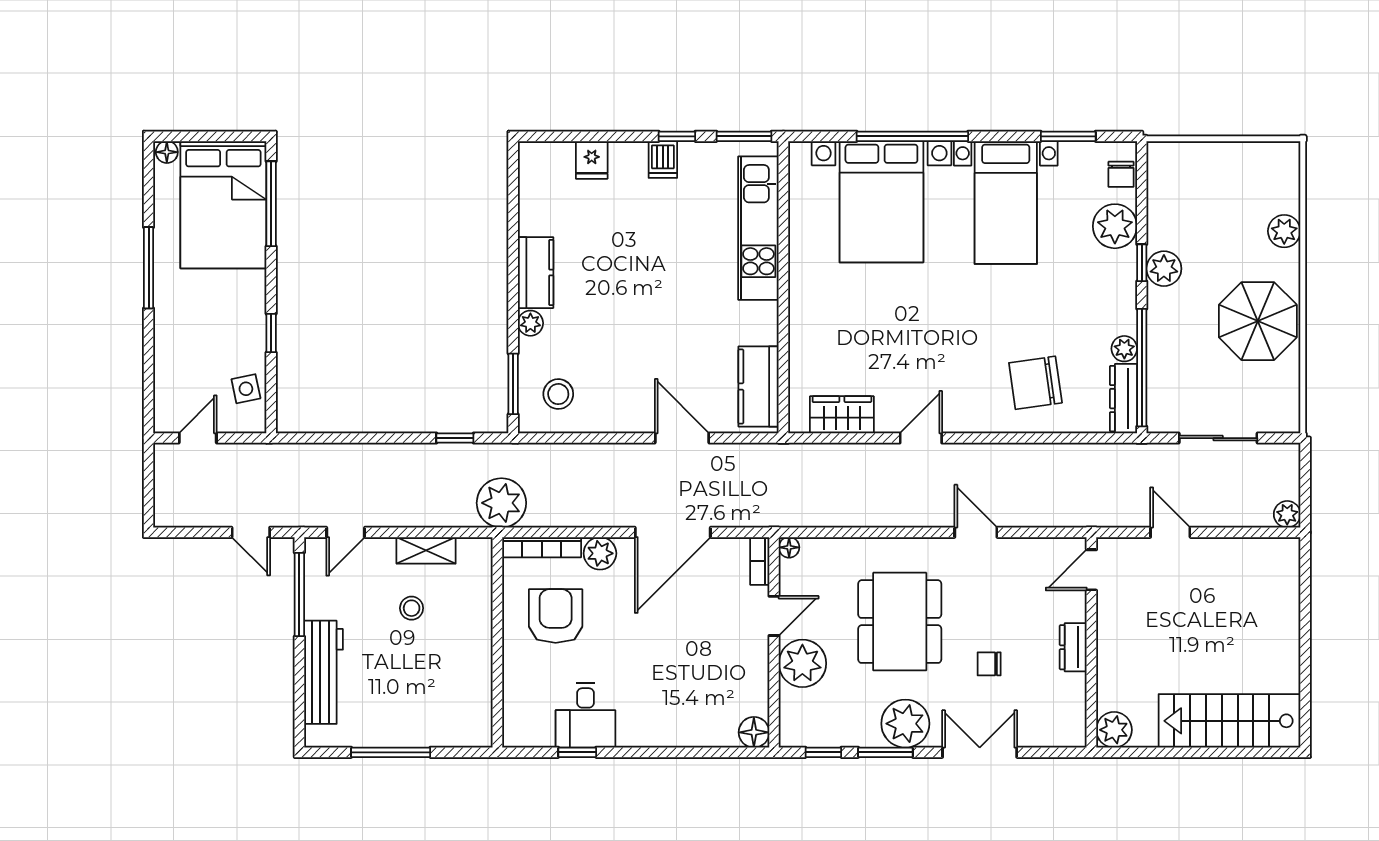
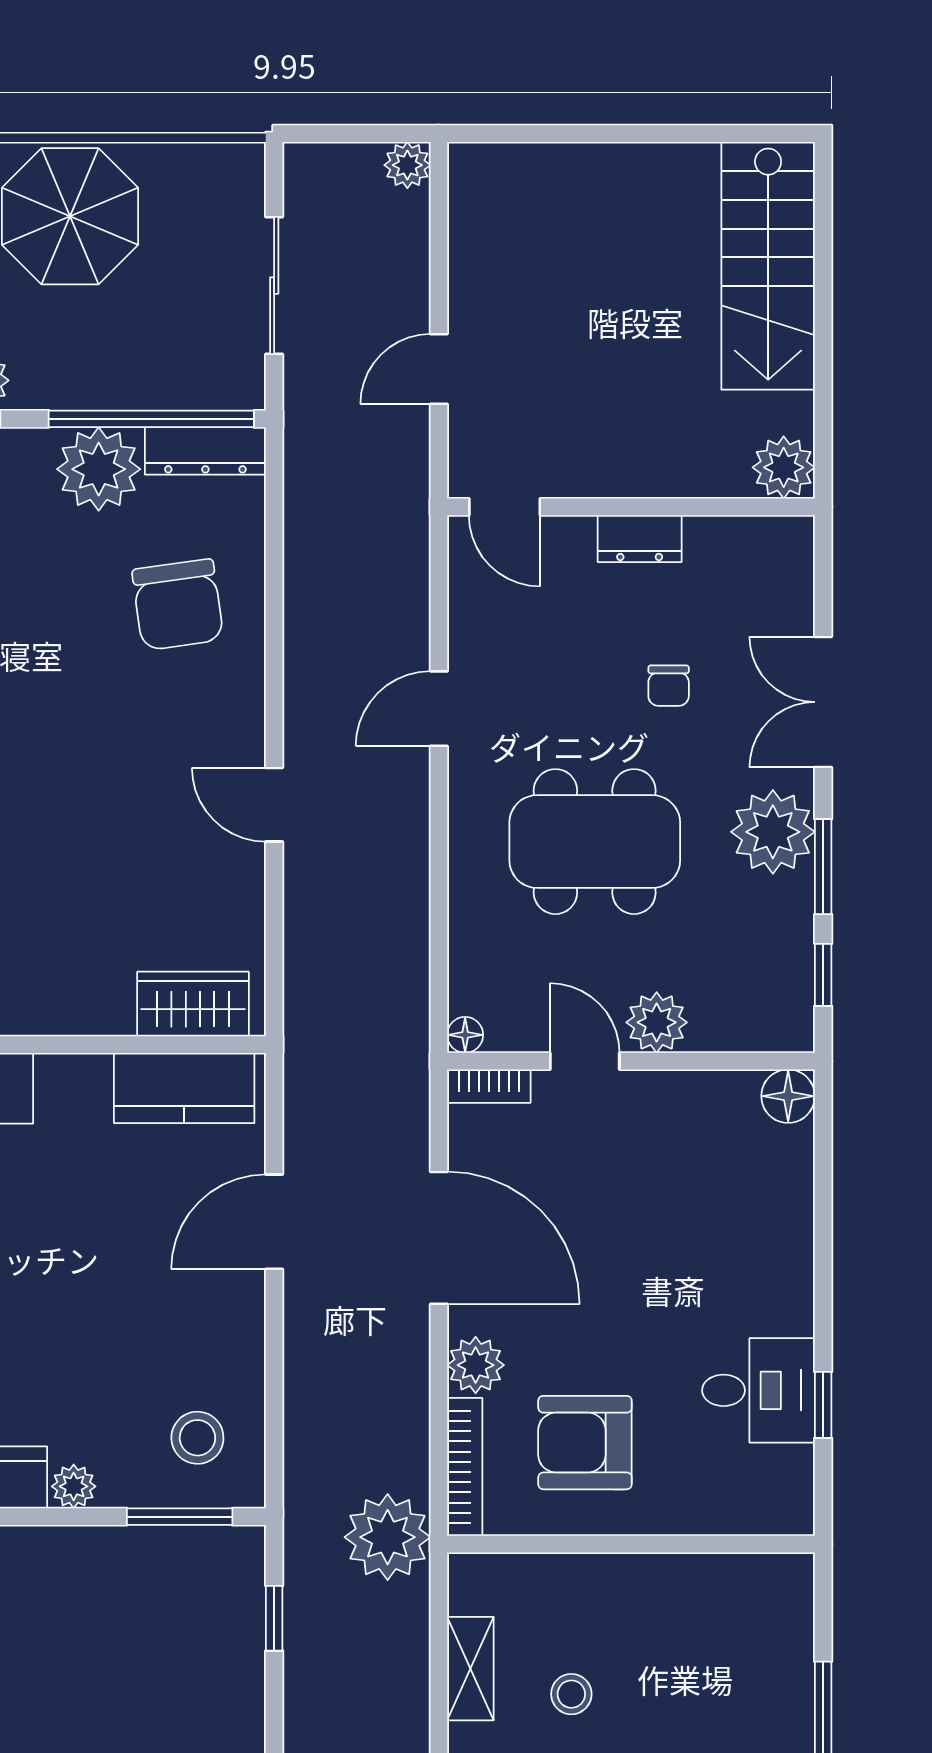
plant: (1124, 349) -> (99, 469), width x1.88, depth x1.88
wardrobe: (842, 415) -> (193, 1004), moved, turned 90
plant: (802, 663) -> (657, 1022), width x0.73, depth x0.73

